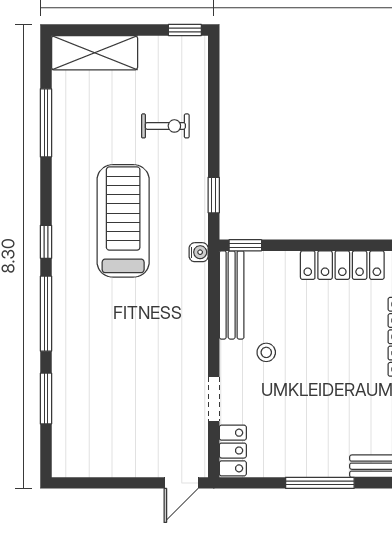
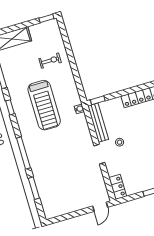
window: (214, 195) -> (79, 83), removed
treadmill: (123, 221) -> (44, 105), turned 180
window: (46, 242) -> (10, 107), moved
doorway: (214, 399) -> (99, 154), moved

